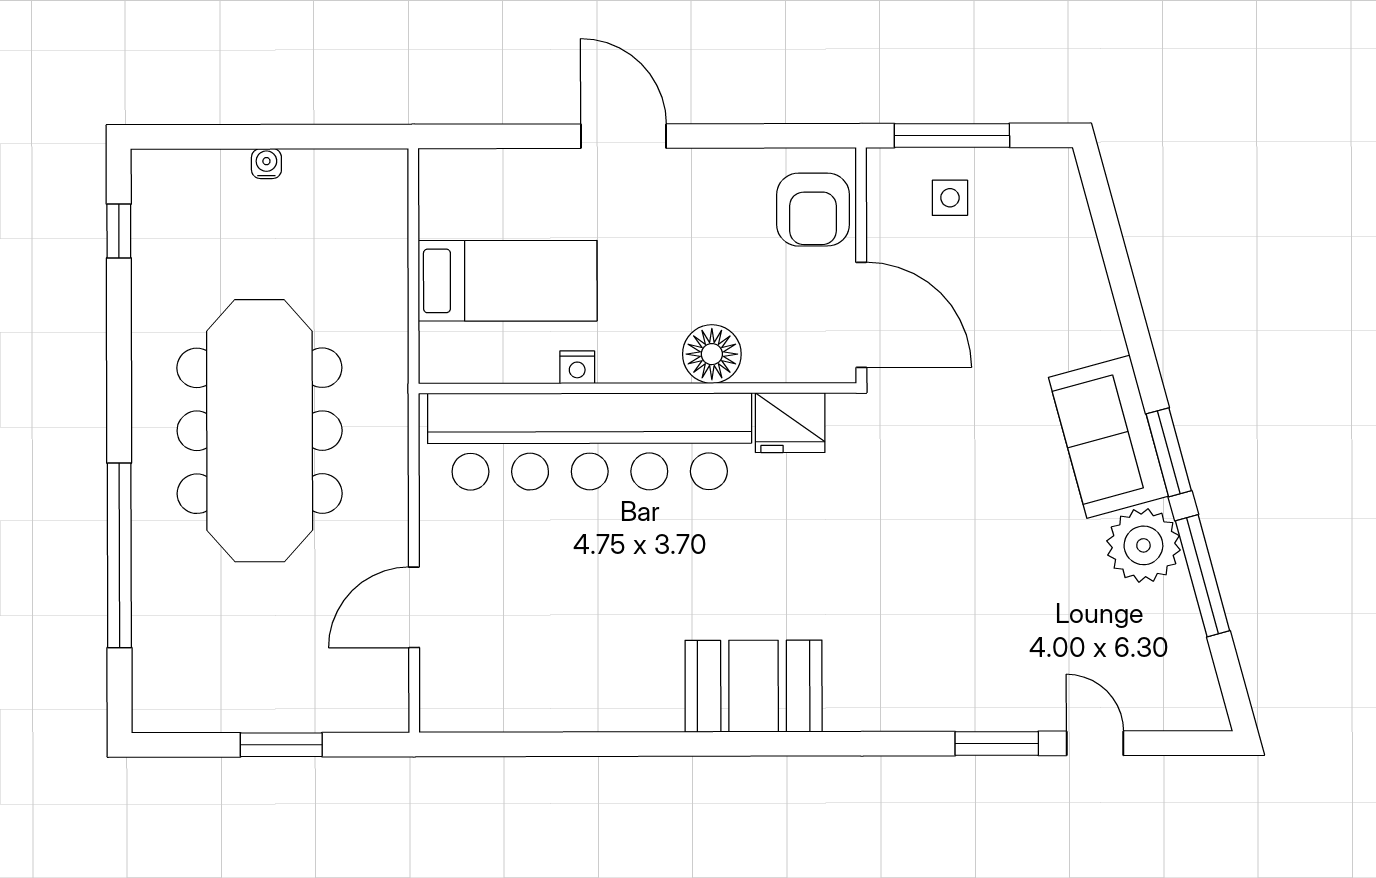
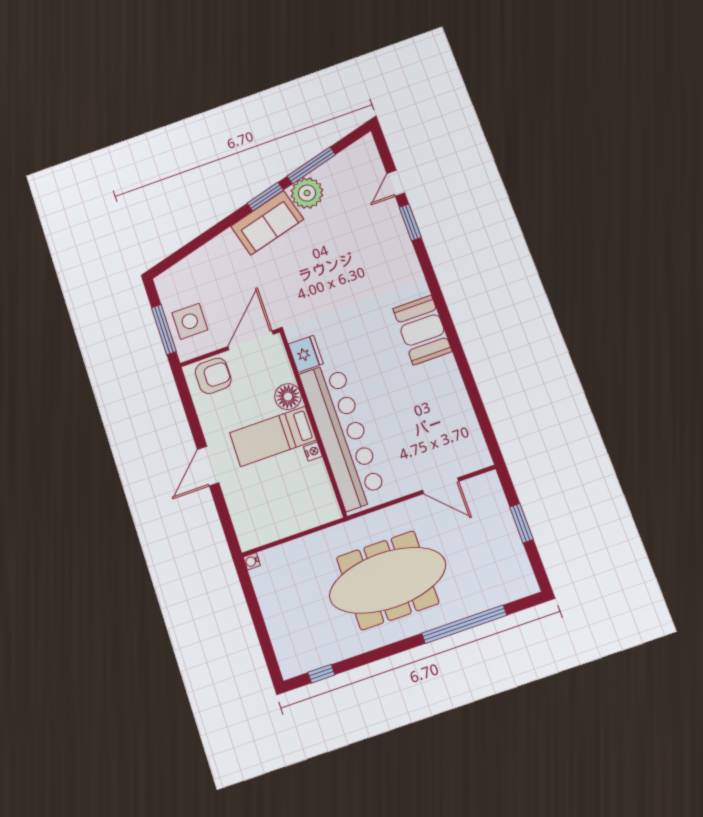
water cooler: (266, 164) -> (252, 561), moved
side table: (950, 198) -> (190, 321), width x1.87, depth x1.87
bed: (508, 281) -> (273, 436), moved, turned -90

